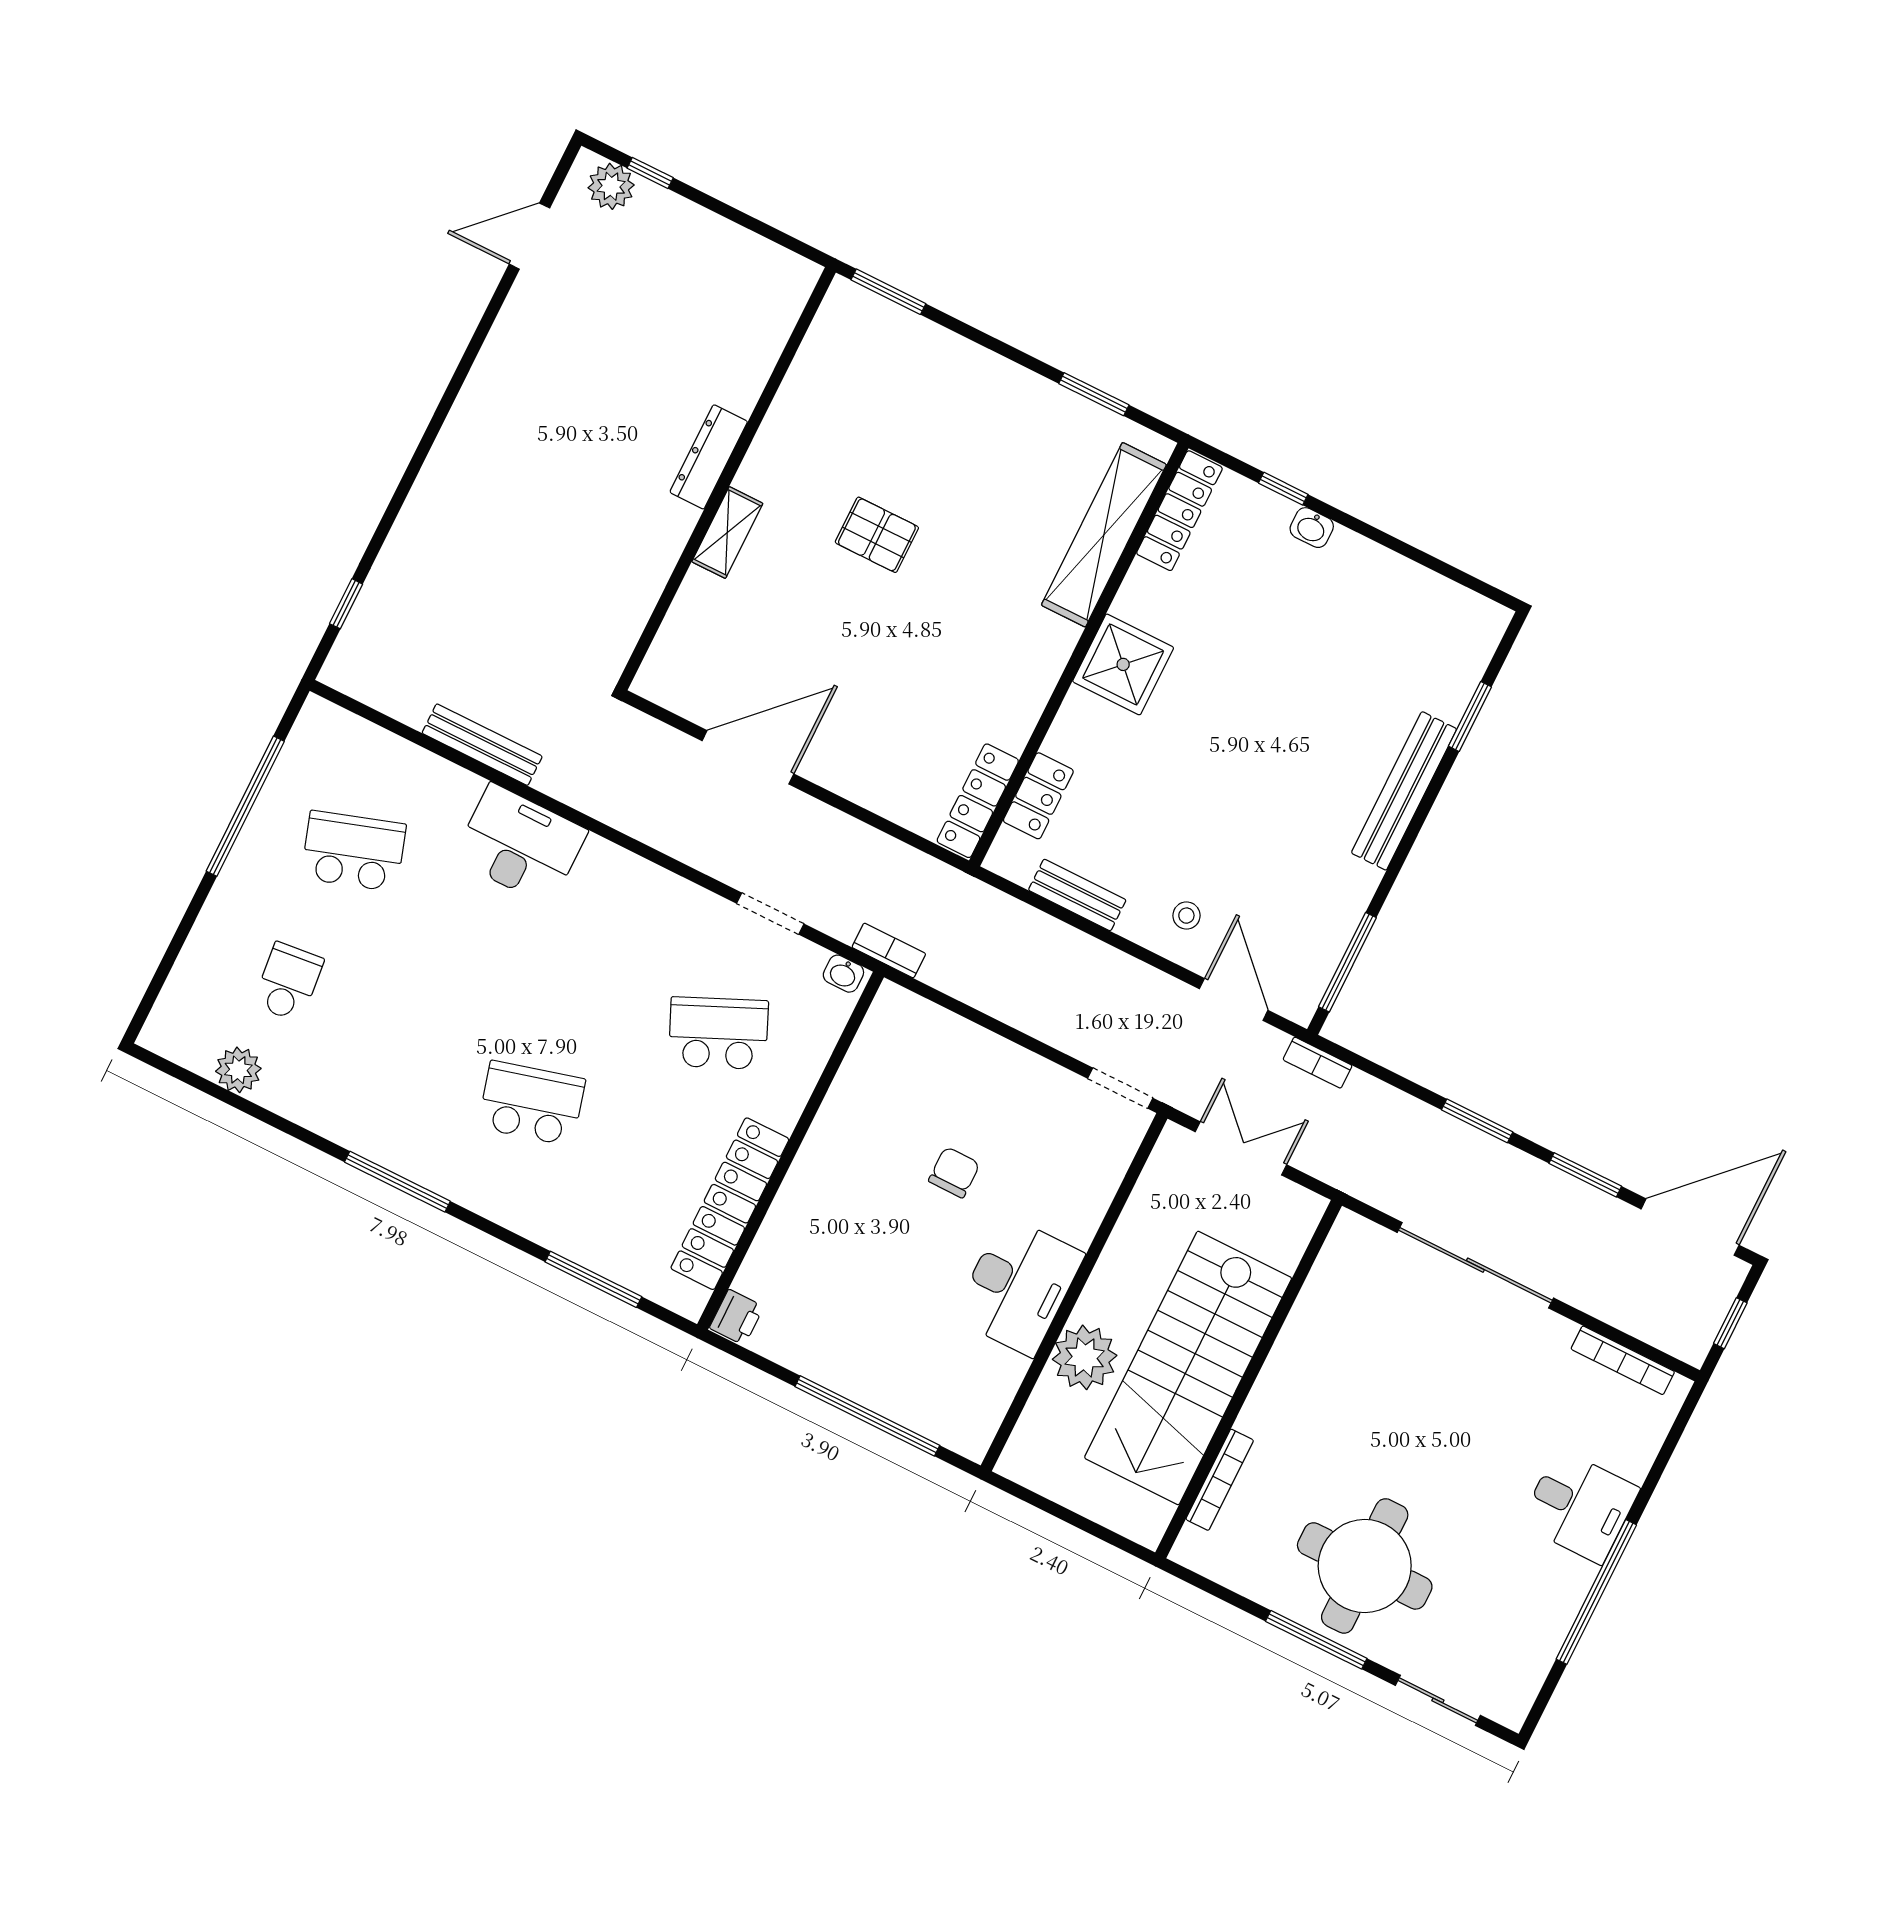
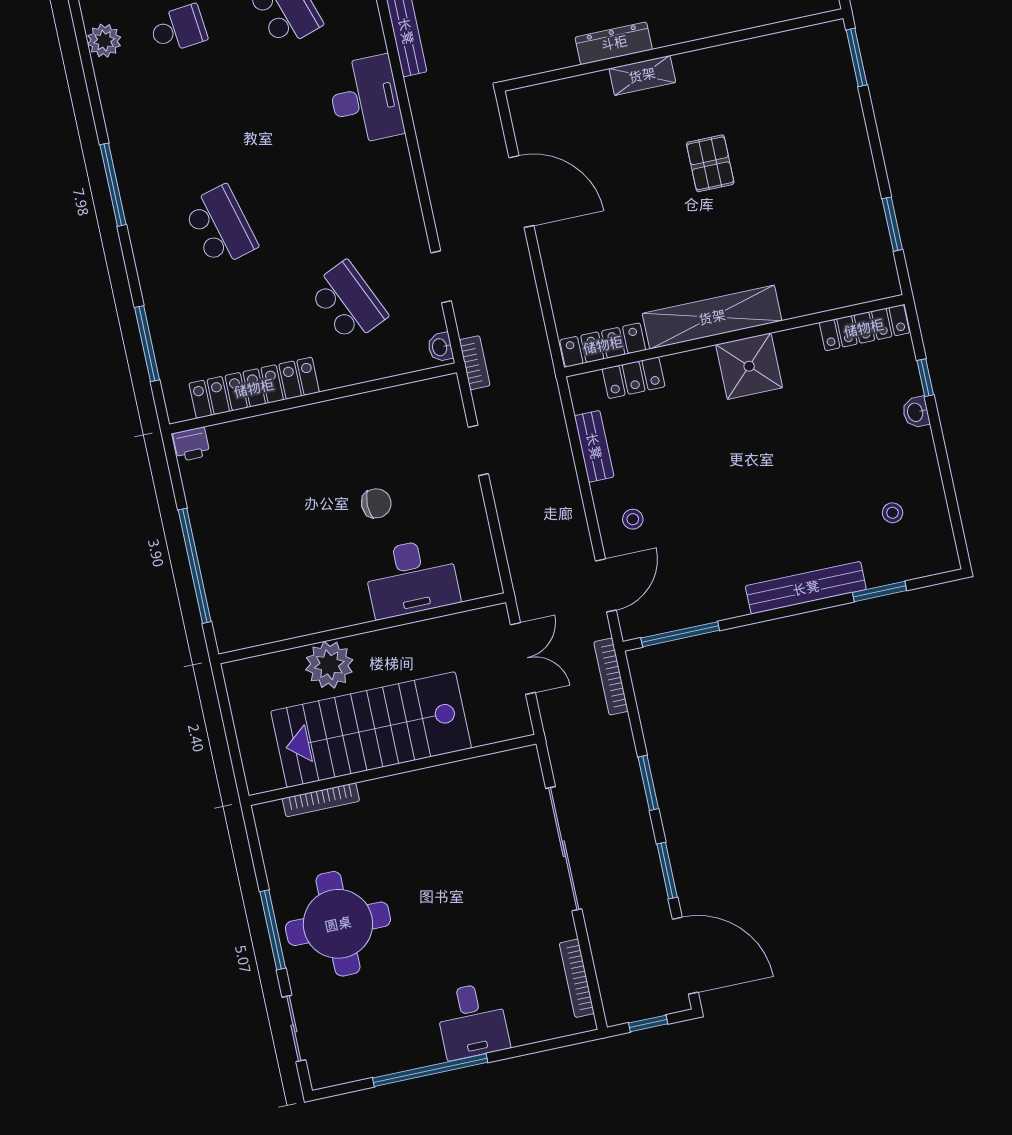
dresser: (709, 457) -> (614, 43), moved
shelving: (1104, 535) -> (712, 317), moved
stool: (1398, 637) -> (893, 513), added
bookcase: (1318, 1063) -> (611, 677), width x1.56
doorway: (1120, 1088) -> (478, 450), moved
desk: (1018, 1286) -> (412, 578), moved

